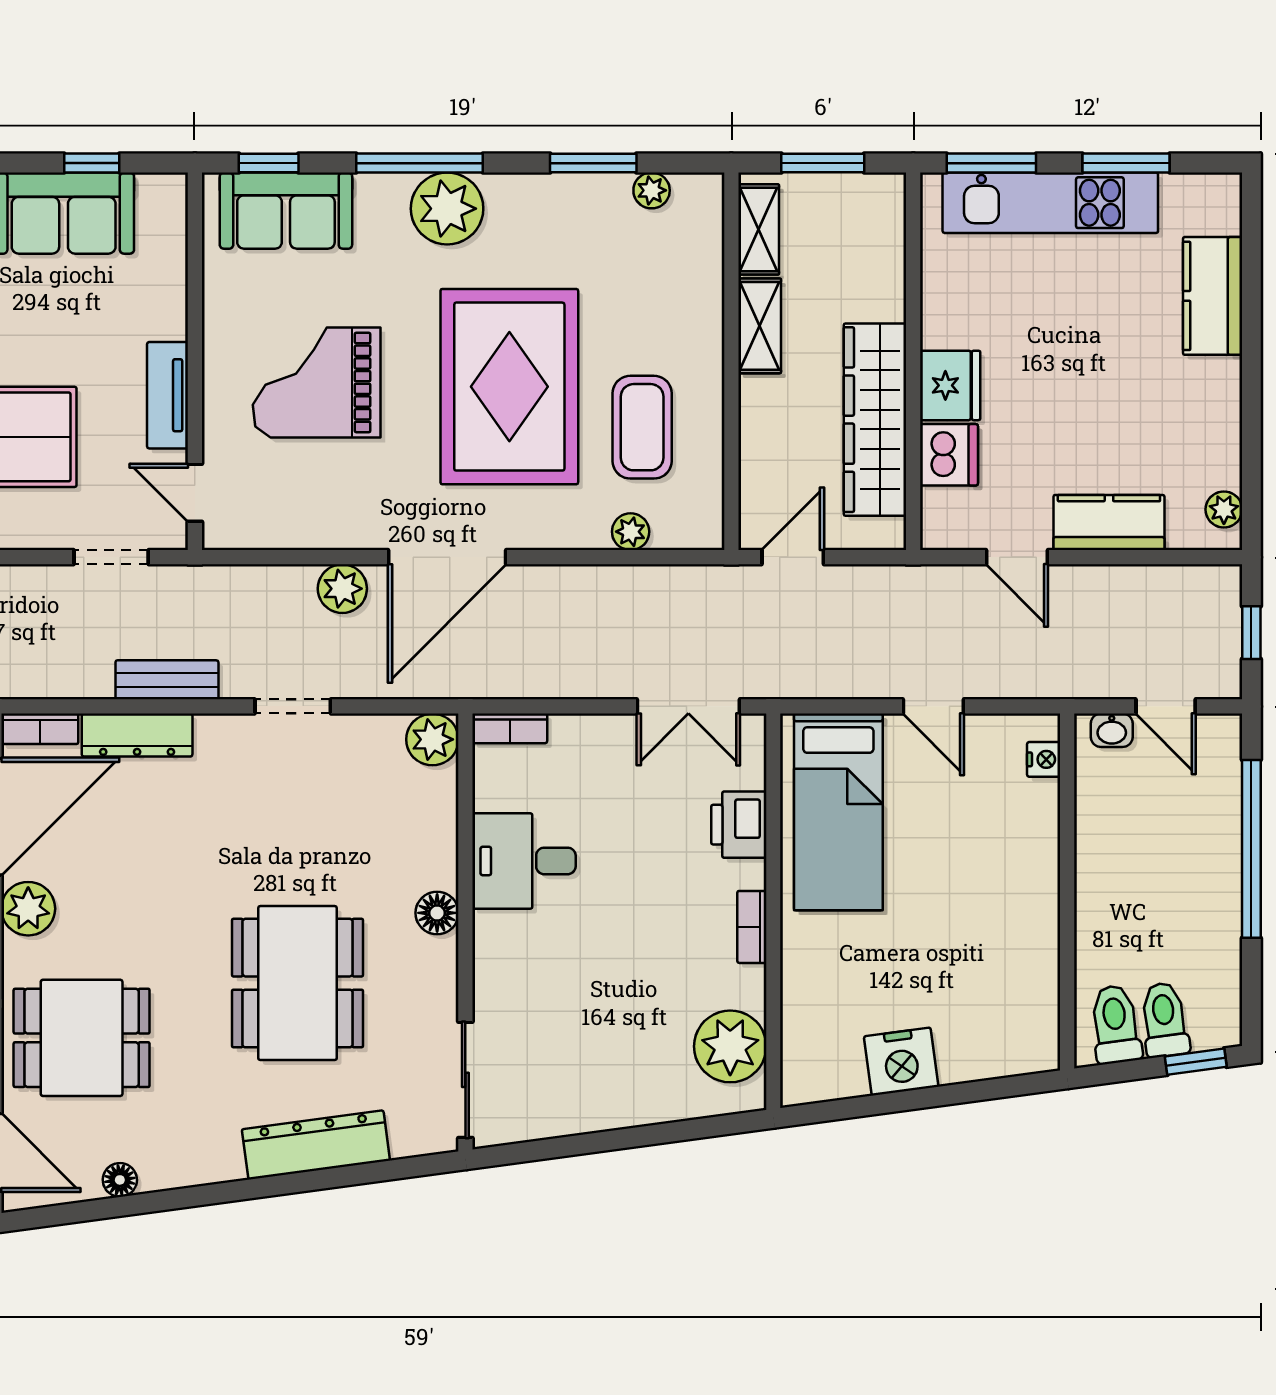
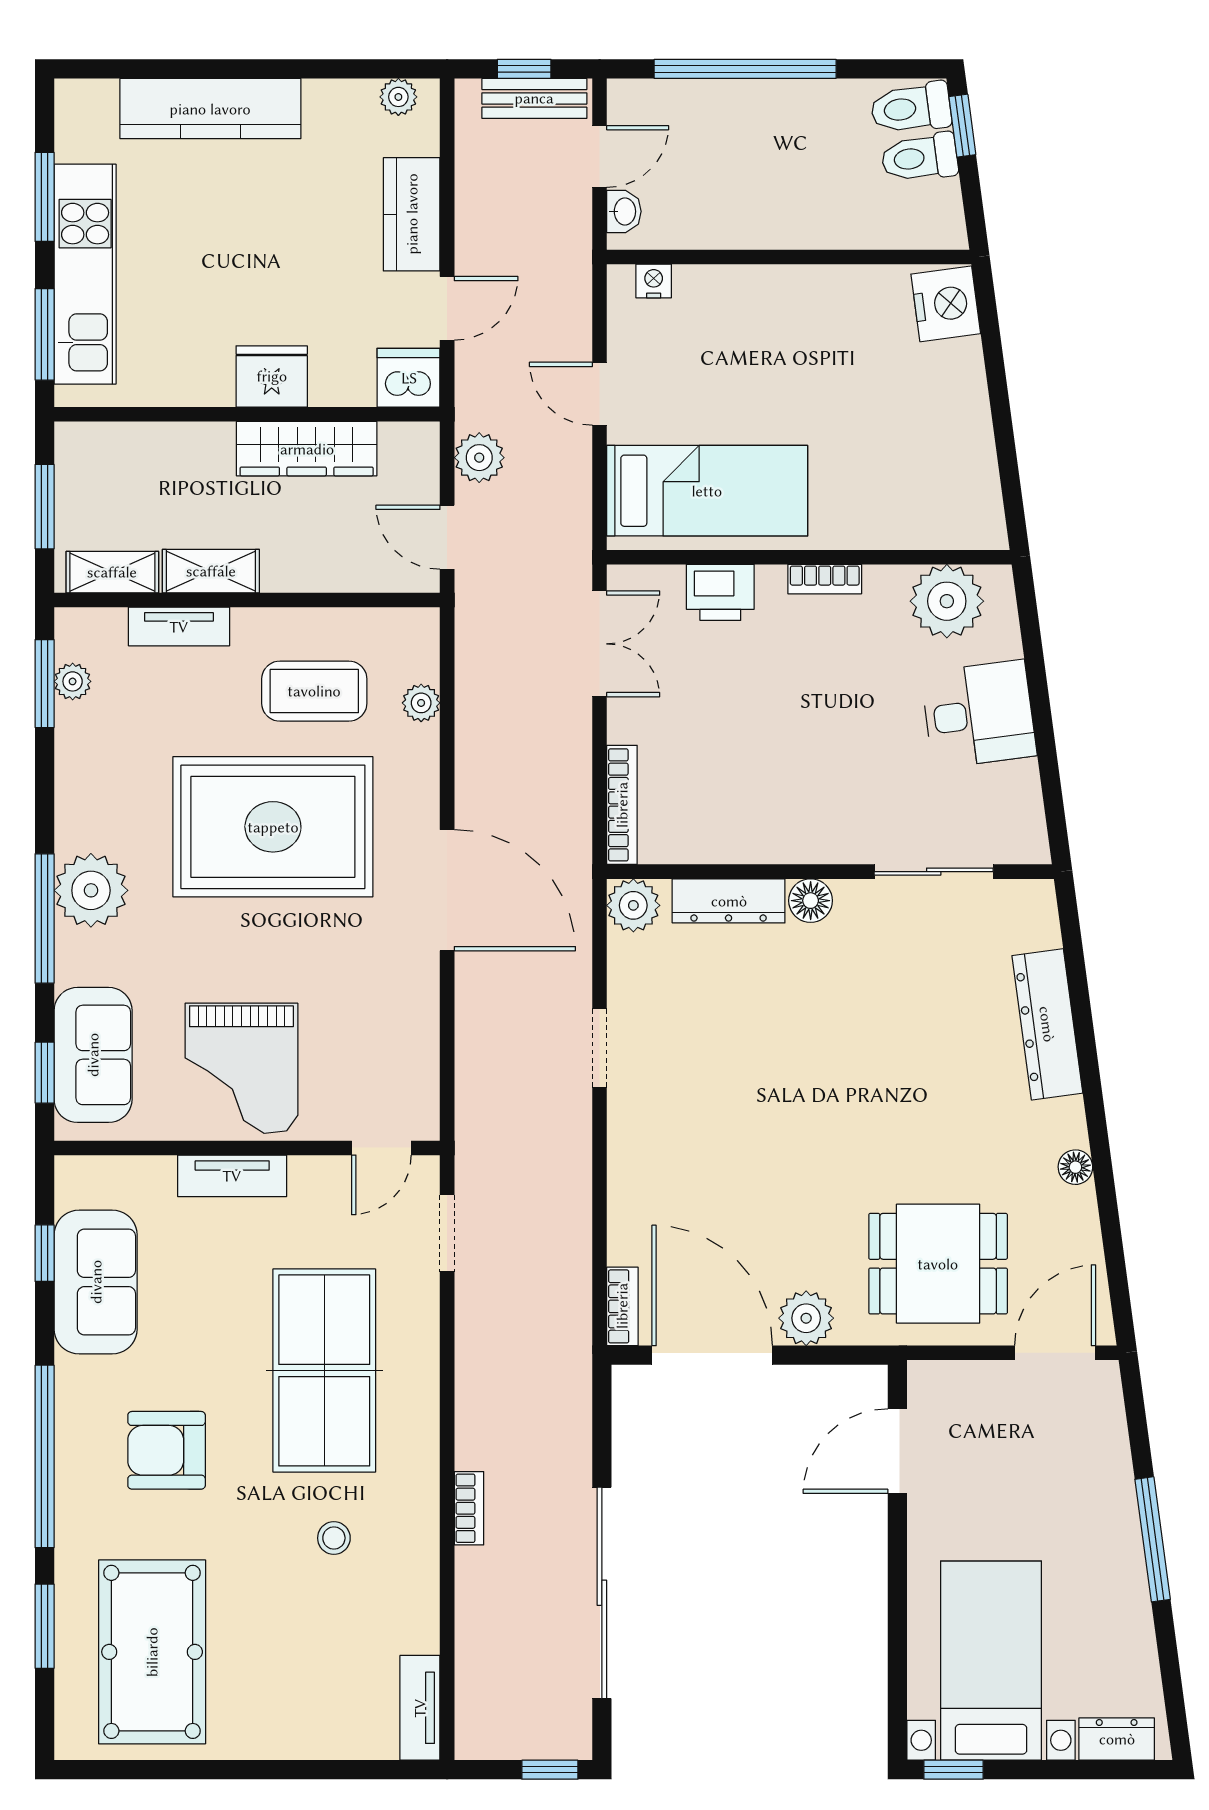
window: (593, 163) -> (45, 684), moved
tv unit: (705, 295) -> (179, 627), added
kitchen counter: (1213, 296) -> (210, 109), width x1.50
grand piano: (317, 382) -> (241, 1068), moved
tv unit: (167, 395) -> (232, 1176), moved
wardrobe: (875, 420) -> (307, 449), width x0.71, depth x0.85
dishwasher: (949, 455) -> (409, 378), moved
plant: (342, 589) -> (479, 458), moved
bench: (167, 680) -> (534, 98), moved, turned 90
door: (933, 706) -> (600, 394), swing flipped
bookcase: (510, 728) -> (622, 805), width x1.56
dresser: (137, 735) -> (729, 901), moved, turned 90
desk: (524, 861) -> (979, 714), moved, turned -98
dining table: (298, 983) -> (882, 1043), removed
toilet: (1116, 1024) -> (911, 108), moved
dining table: (82, 1038) -> (938, 1264), turned 90
nightstand: (901, 1062) -> (946, 304), moved
sliding door: (465, 1080) -> (934, 872), moved
floor lamp: (120, 1180) -> (1075, 1167), moved

